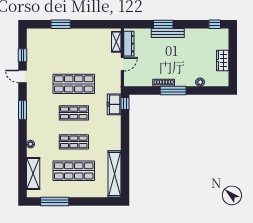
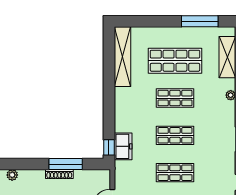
shop shelf: (74, 84) -> (175, 173), width x0.70, depth x0.74
window: (173, 91) -> (66, 164), moved

